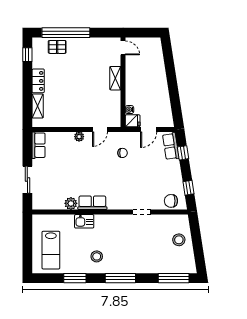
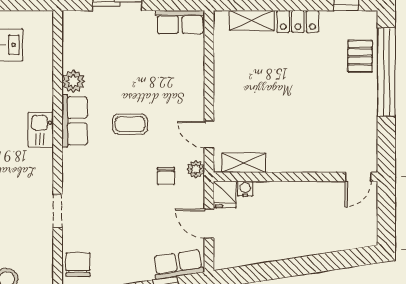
shelving: (115, 78) -> (244, 163), moved
plant: (79, 137) -> (196, 169), moved
coffee table: (94, 173) -> (130, 124), added
kitchen sink: (84, 221) -> (41, 130), moved

